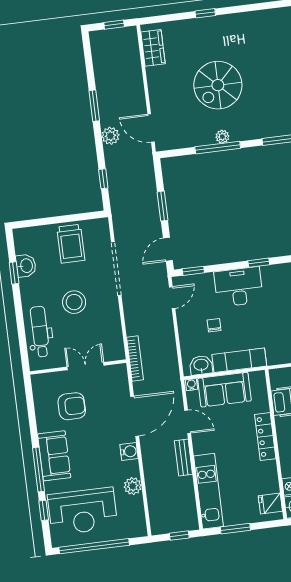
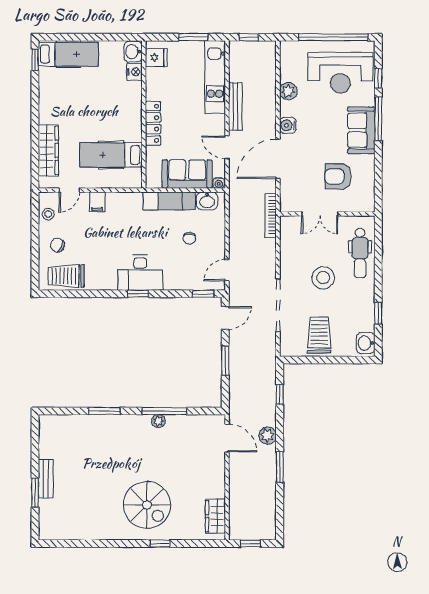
spiral stairs: (218, 85) -> (147, 505), moved, turned 90
washbasin: (26, 266) -> (366, 343), moved
desk: (239, 287) -> (140, 273), moved
bench: (183, 458) -> (235, 106), width x1.36
reception desk: (83, 511) -> (340, 73), turned 180

